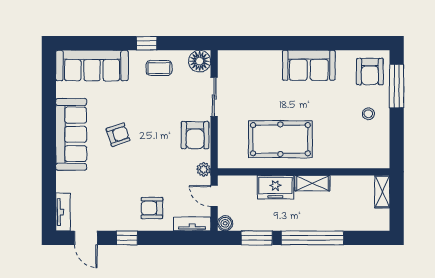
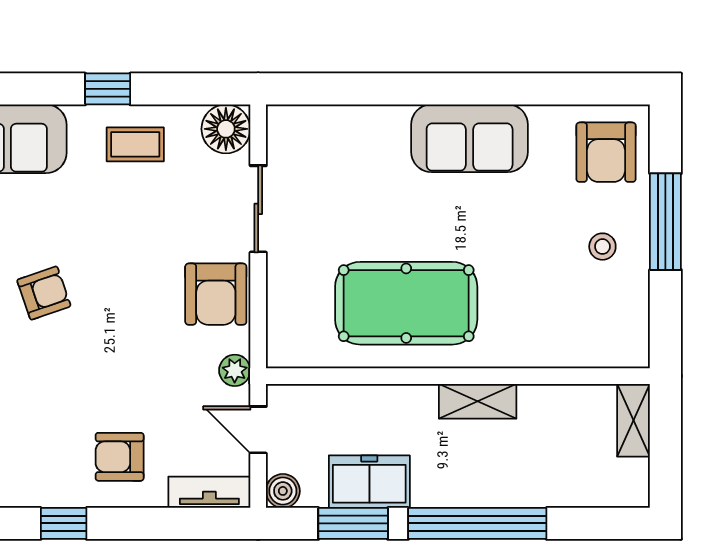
window: (397, 86) -> (665, 222), moved
freezer: (275, 187) -> (369, 482), moved, turned 180

